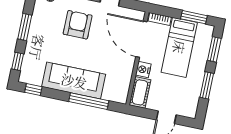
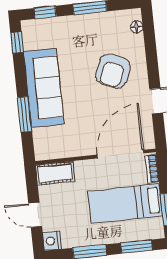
armchair: (78, 25) -> (113, 71), turned 113
nightstand: (143, 70) -> (52, 241), moved, turned -90
window: (89, 101) -> (25, 114), width x0.69

